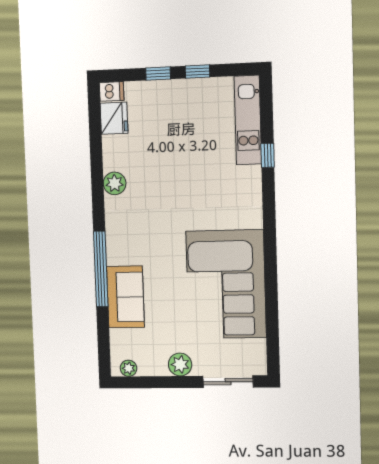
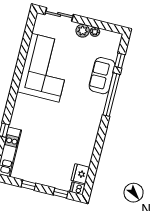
window: (158, 73) -> (61, 193), moved
plant: (115, 183) -> (90, 139), removed
window: (103, 330) -> (120, 61), added
plant: (129, 368) -> (95, 32), moved

